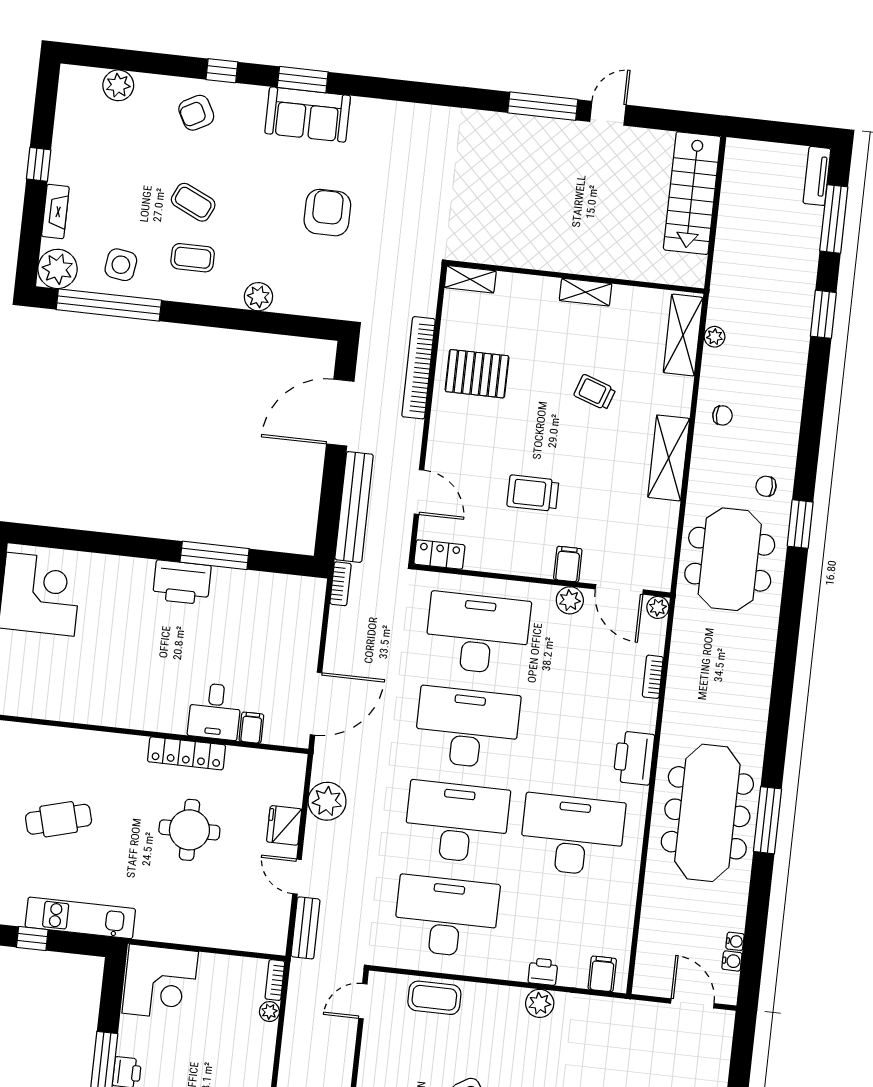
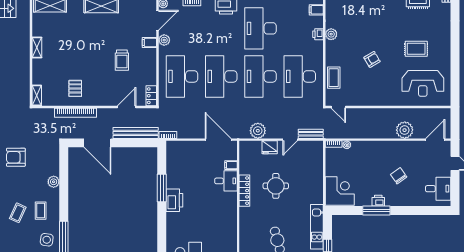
pallet: (477, 374) -> (75, 88), width x0.67, depth x0.71
trolley: (595, 392) -> (78, 39), removed

